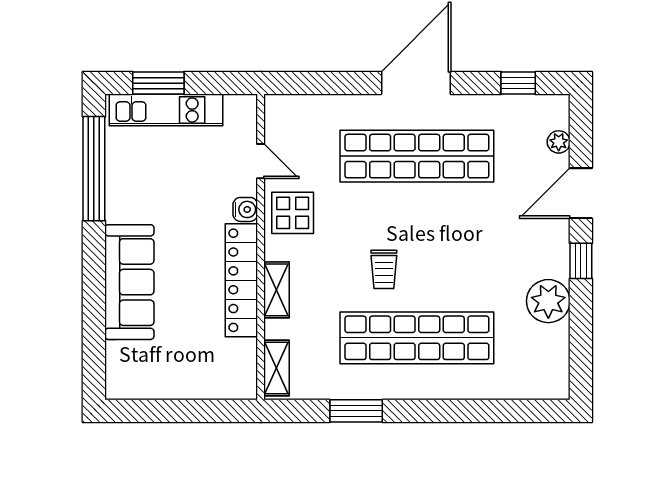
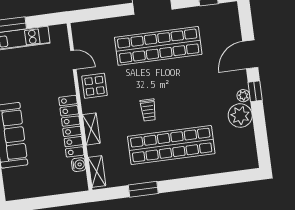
plant: (559, 142) -> (243, 96), moved
water cooler: (245, 209) -> (79, 165), moved

